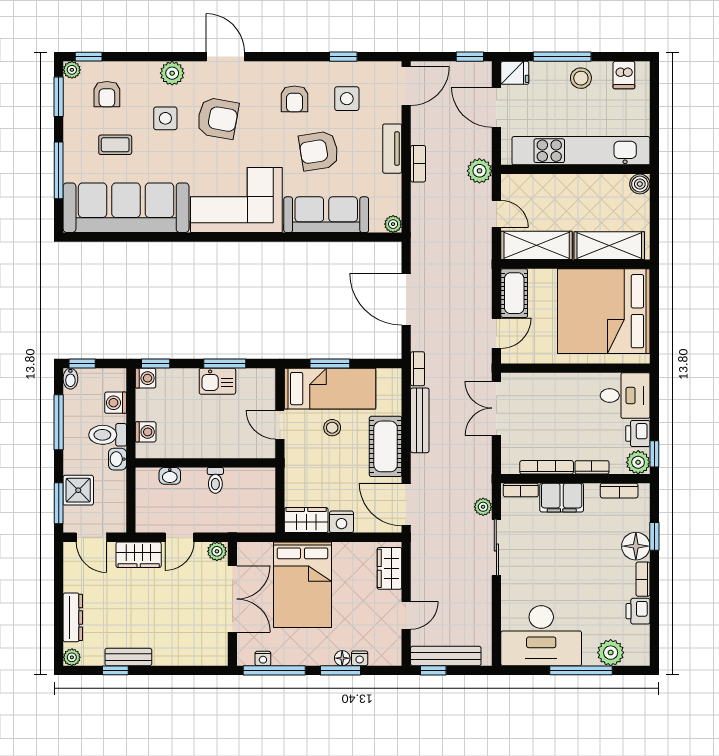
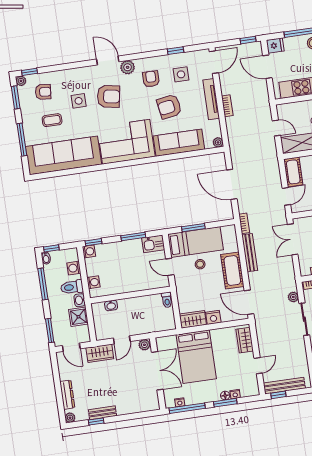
plant: (172, 73) -> (128, 67), moved
armchair: (107, 94) -> (43, 92), turned -85
armchair: (294, 99) -> (151, 79), turned 180
tv unit: (392, 149) -> (211, 99), width x1.41
plant: (479, 171) -> (263, 105), removed
kitchen sink: (217, 381) -> (153, 244), moved
toilet: (215, 480) -> (167, 300), moved
shower: (78, 490) -> (78, 317), moved

